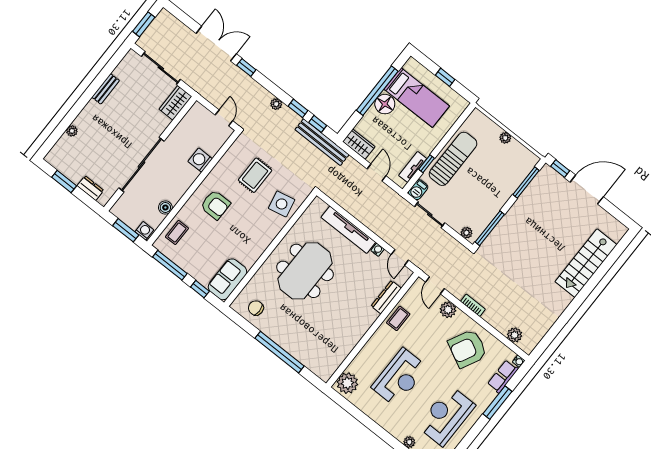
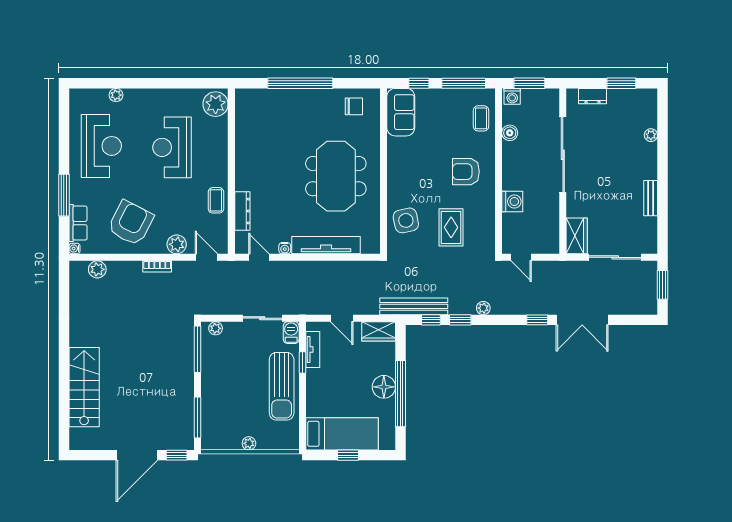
bed: (417, 98) -> (342, 434), moved, turned 180

